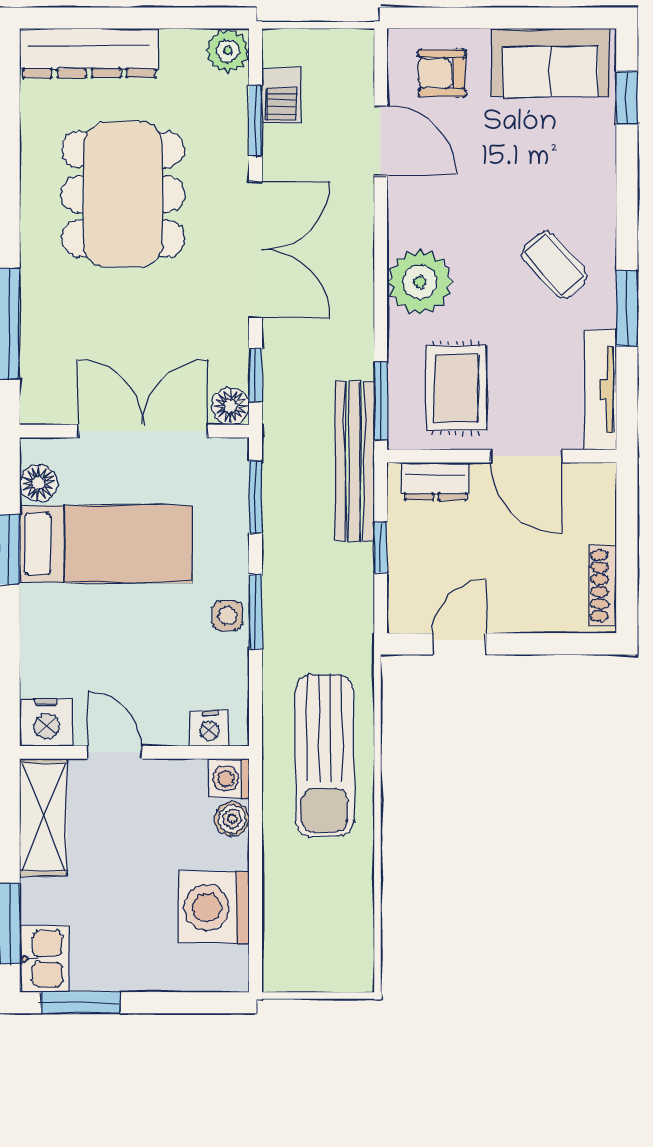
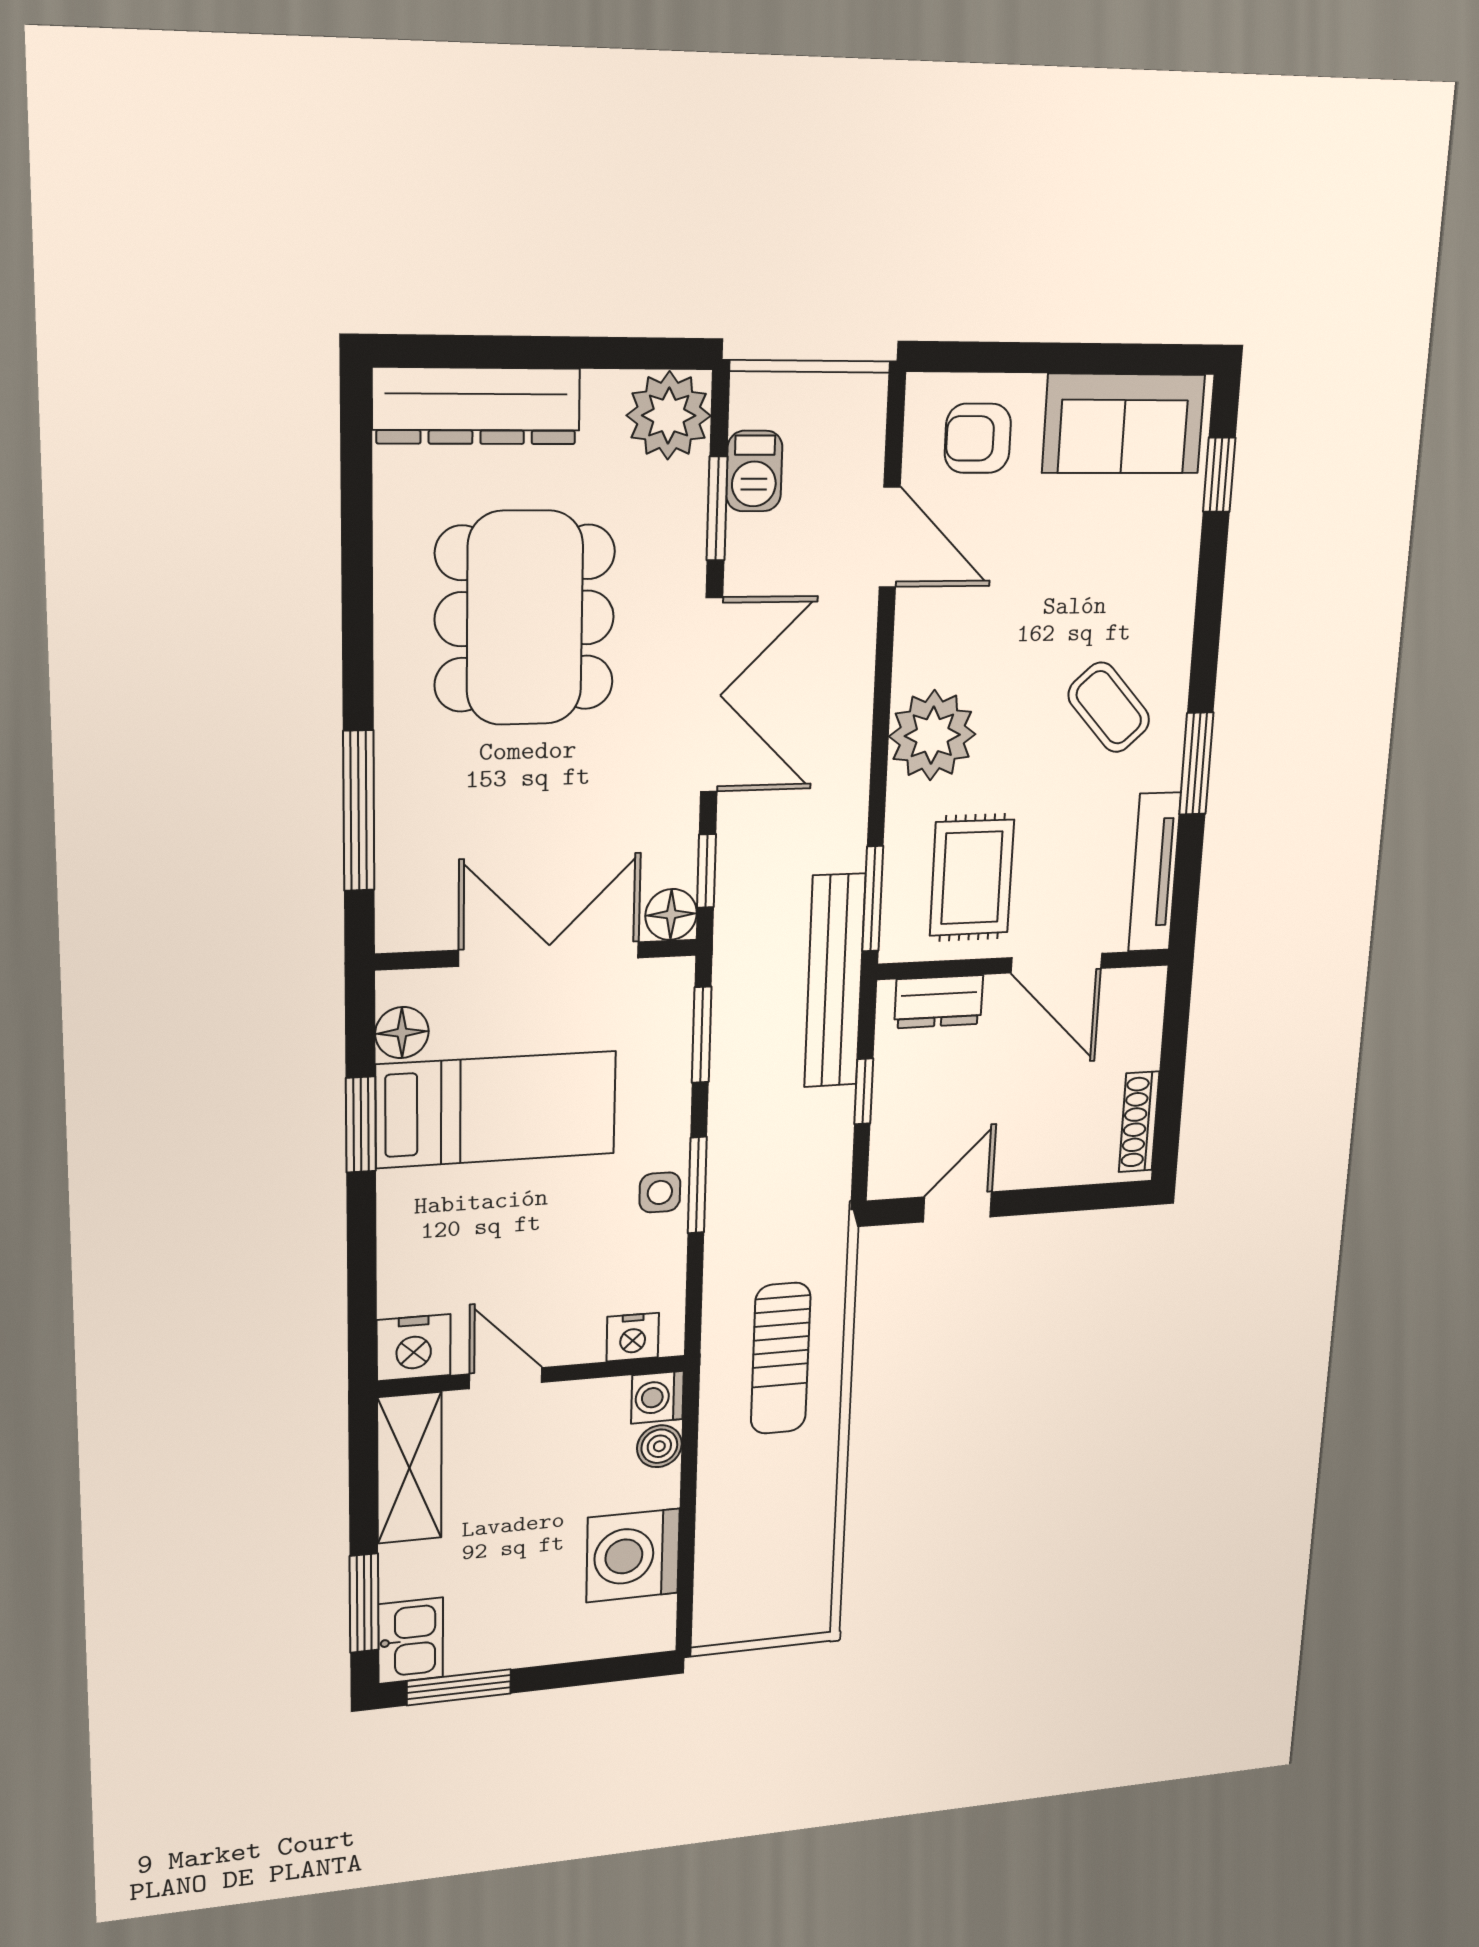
plant: (228, 51) -> (669, 416), width x1.36, depth x1.36
sun lounger: (325, 756) -> (781, 1359), width x0.73, depth x0.75

